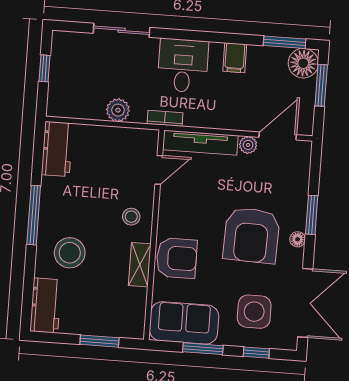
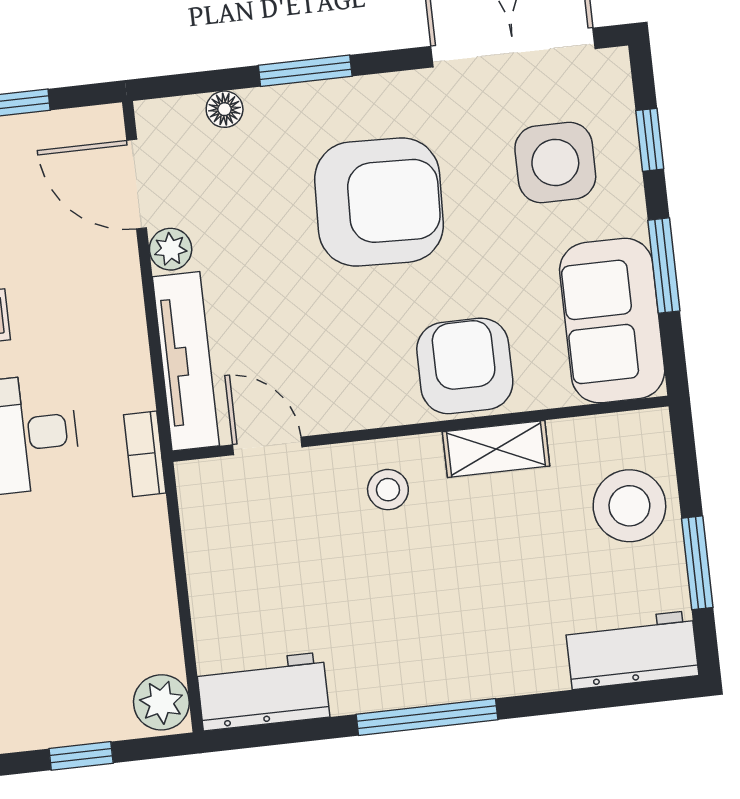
plant: (118, 110) -> (161, 702), moved
floor lamp: (298, 239) -> (225, 109), moved
stool: (70, 253) -> (629, 506), moved
window: (100, 341) -> (697, 563), moved

